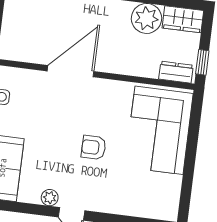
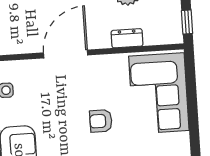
dresser: (176, 72) -> (127, 38), moved

